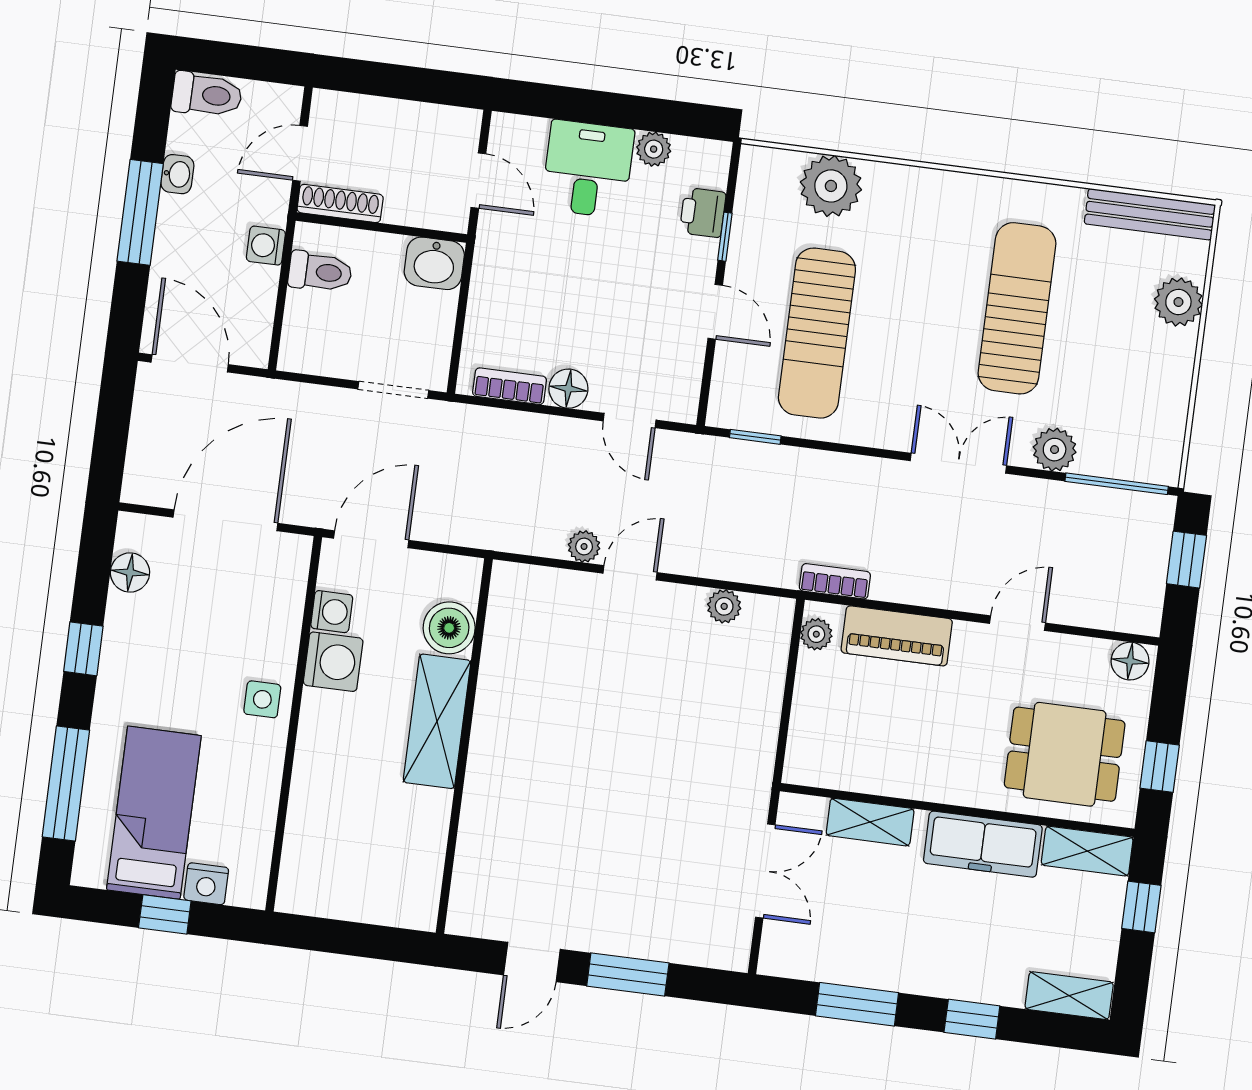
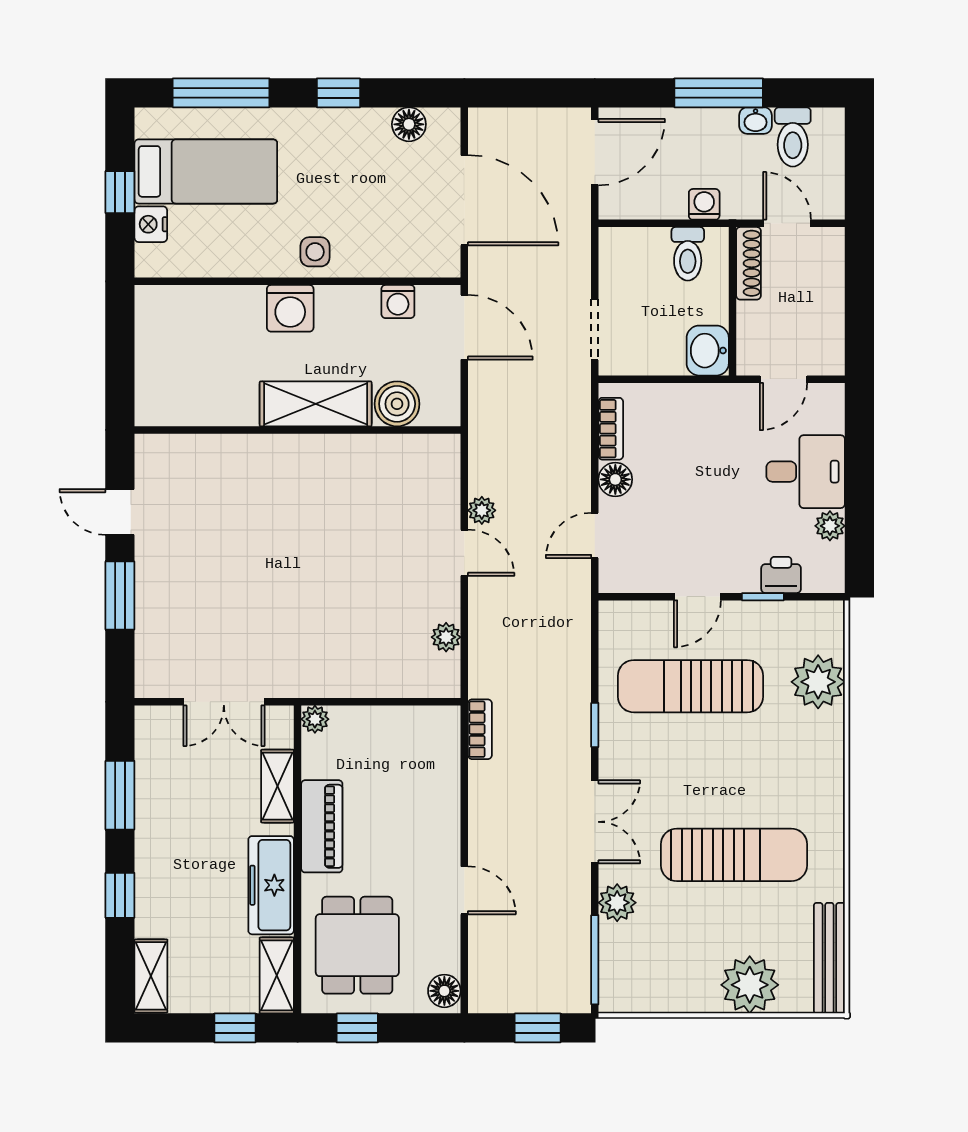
toilet: (207, 95) -> (793, 137), moved
plant: (1178, 302) -> (750, 985), width x1.36, depth x1.36
window: (755, 437) -> (595, 725), moved
plant: (816, 634) -> (315, 719), moved
piano: (897, 636) -> (322, 826), moved, turned 180
washing machine: (333, 662) -> (290, 308), moved

